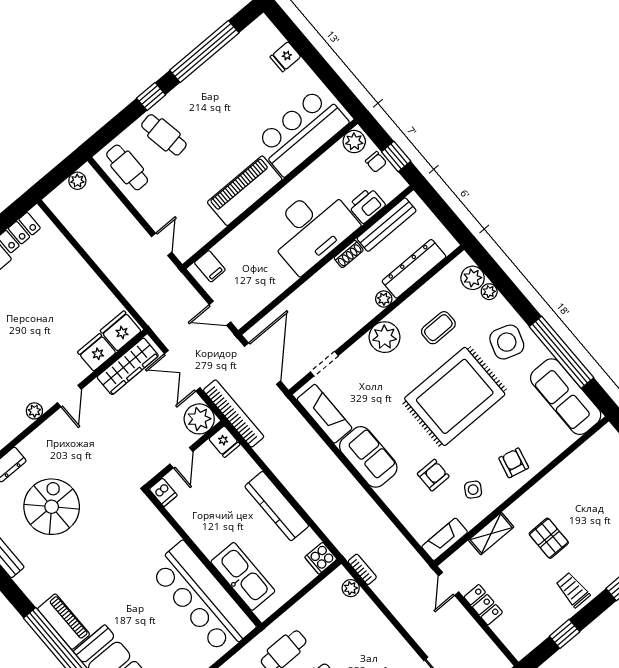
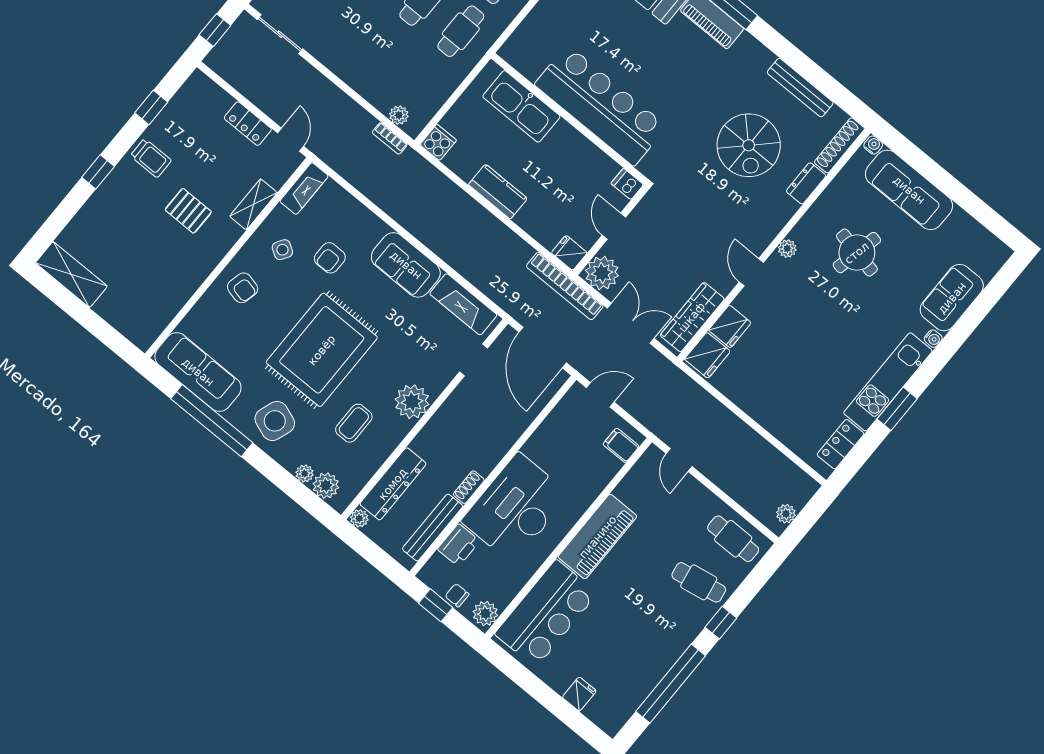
plant: (384, 299) -> (359, 518), moved
kitchen counter: (277, 506) -> (498, 192), width x0.67
bar counter: (202, 598) -> (601, 105), moved

